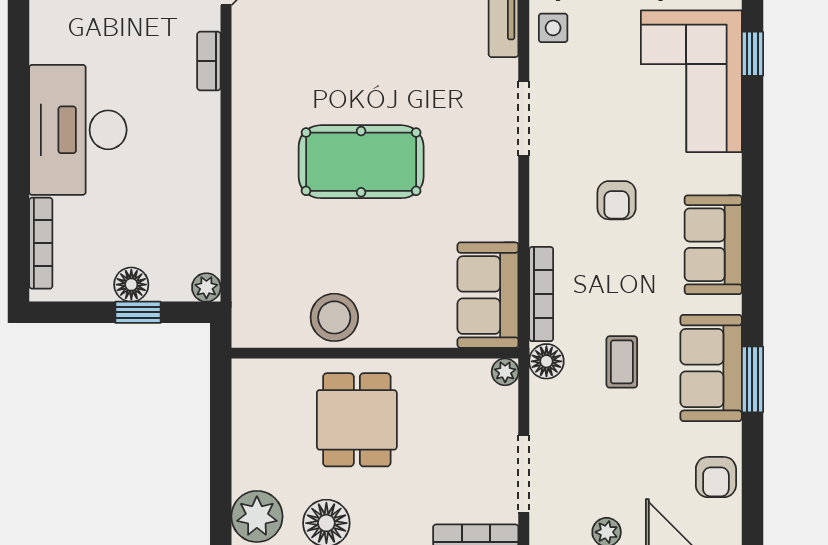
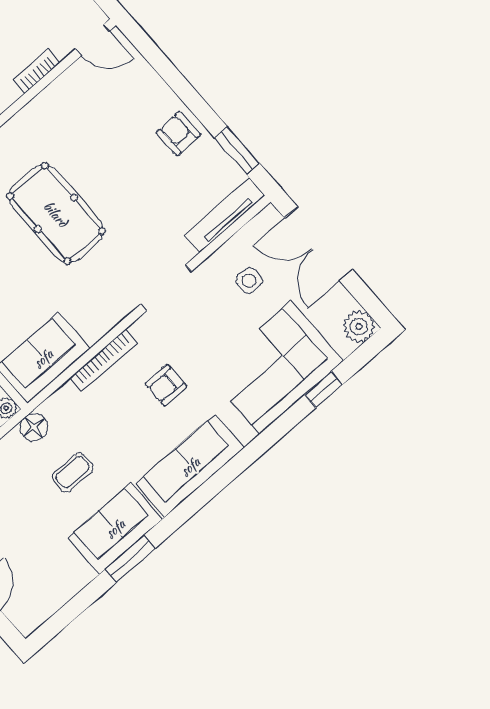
side table: (553, 28) -> (249, 281), moved
sofa: (713, 245) -> (190, 466), width x1.36
bookcase: (541, 294) -> (104, 360), moved
armchair: (716, 477) -> (53, 588), removed

